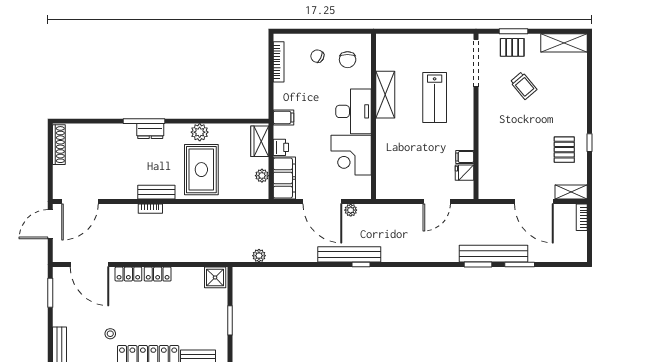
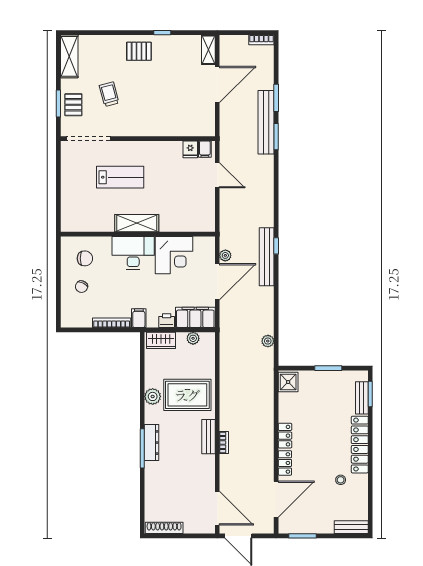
bookcase: (279, 62) -> (112, 323), moved
trolley: (524, 86) -> (109, 94), turned -65
shelving: (385, 95) -> (137, 223), moved
dresser: (150, 131) -> (151, 443), width x1.44
pallet: (564, 150) -> (139, 51), moved
filing cabinet: (465, 157) -> (205, 149), moved
bookcase: (582, 217) -> (261, 40), moved

